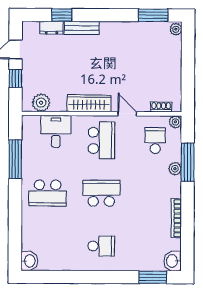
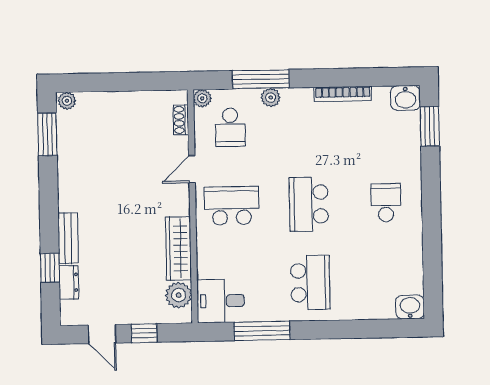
wardrobe: (89, 103) -> (178, 248), moved
desk: (56, 131) -> (221, 301), moved
school desk: (155, 141) -> (230, 127), turned -90

